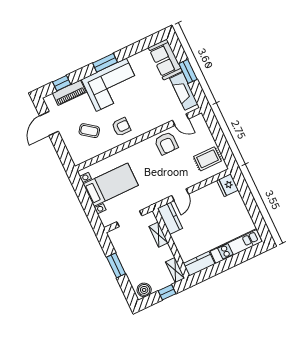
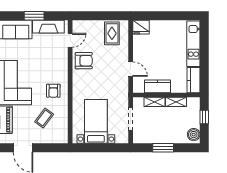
armchair: (121, 127) -> (53, 91), turned 180
kitchen counter: (170, 218) -> (157, 86), moved
shelving: (175, 270) -> (176, 102), moved

